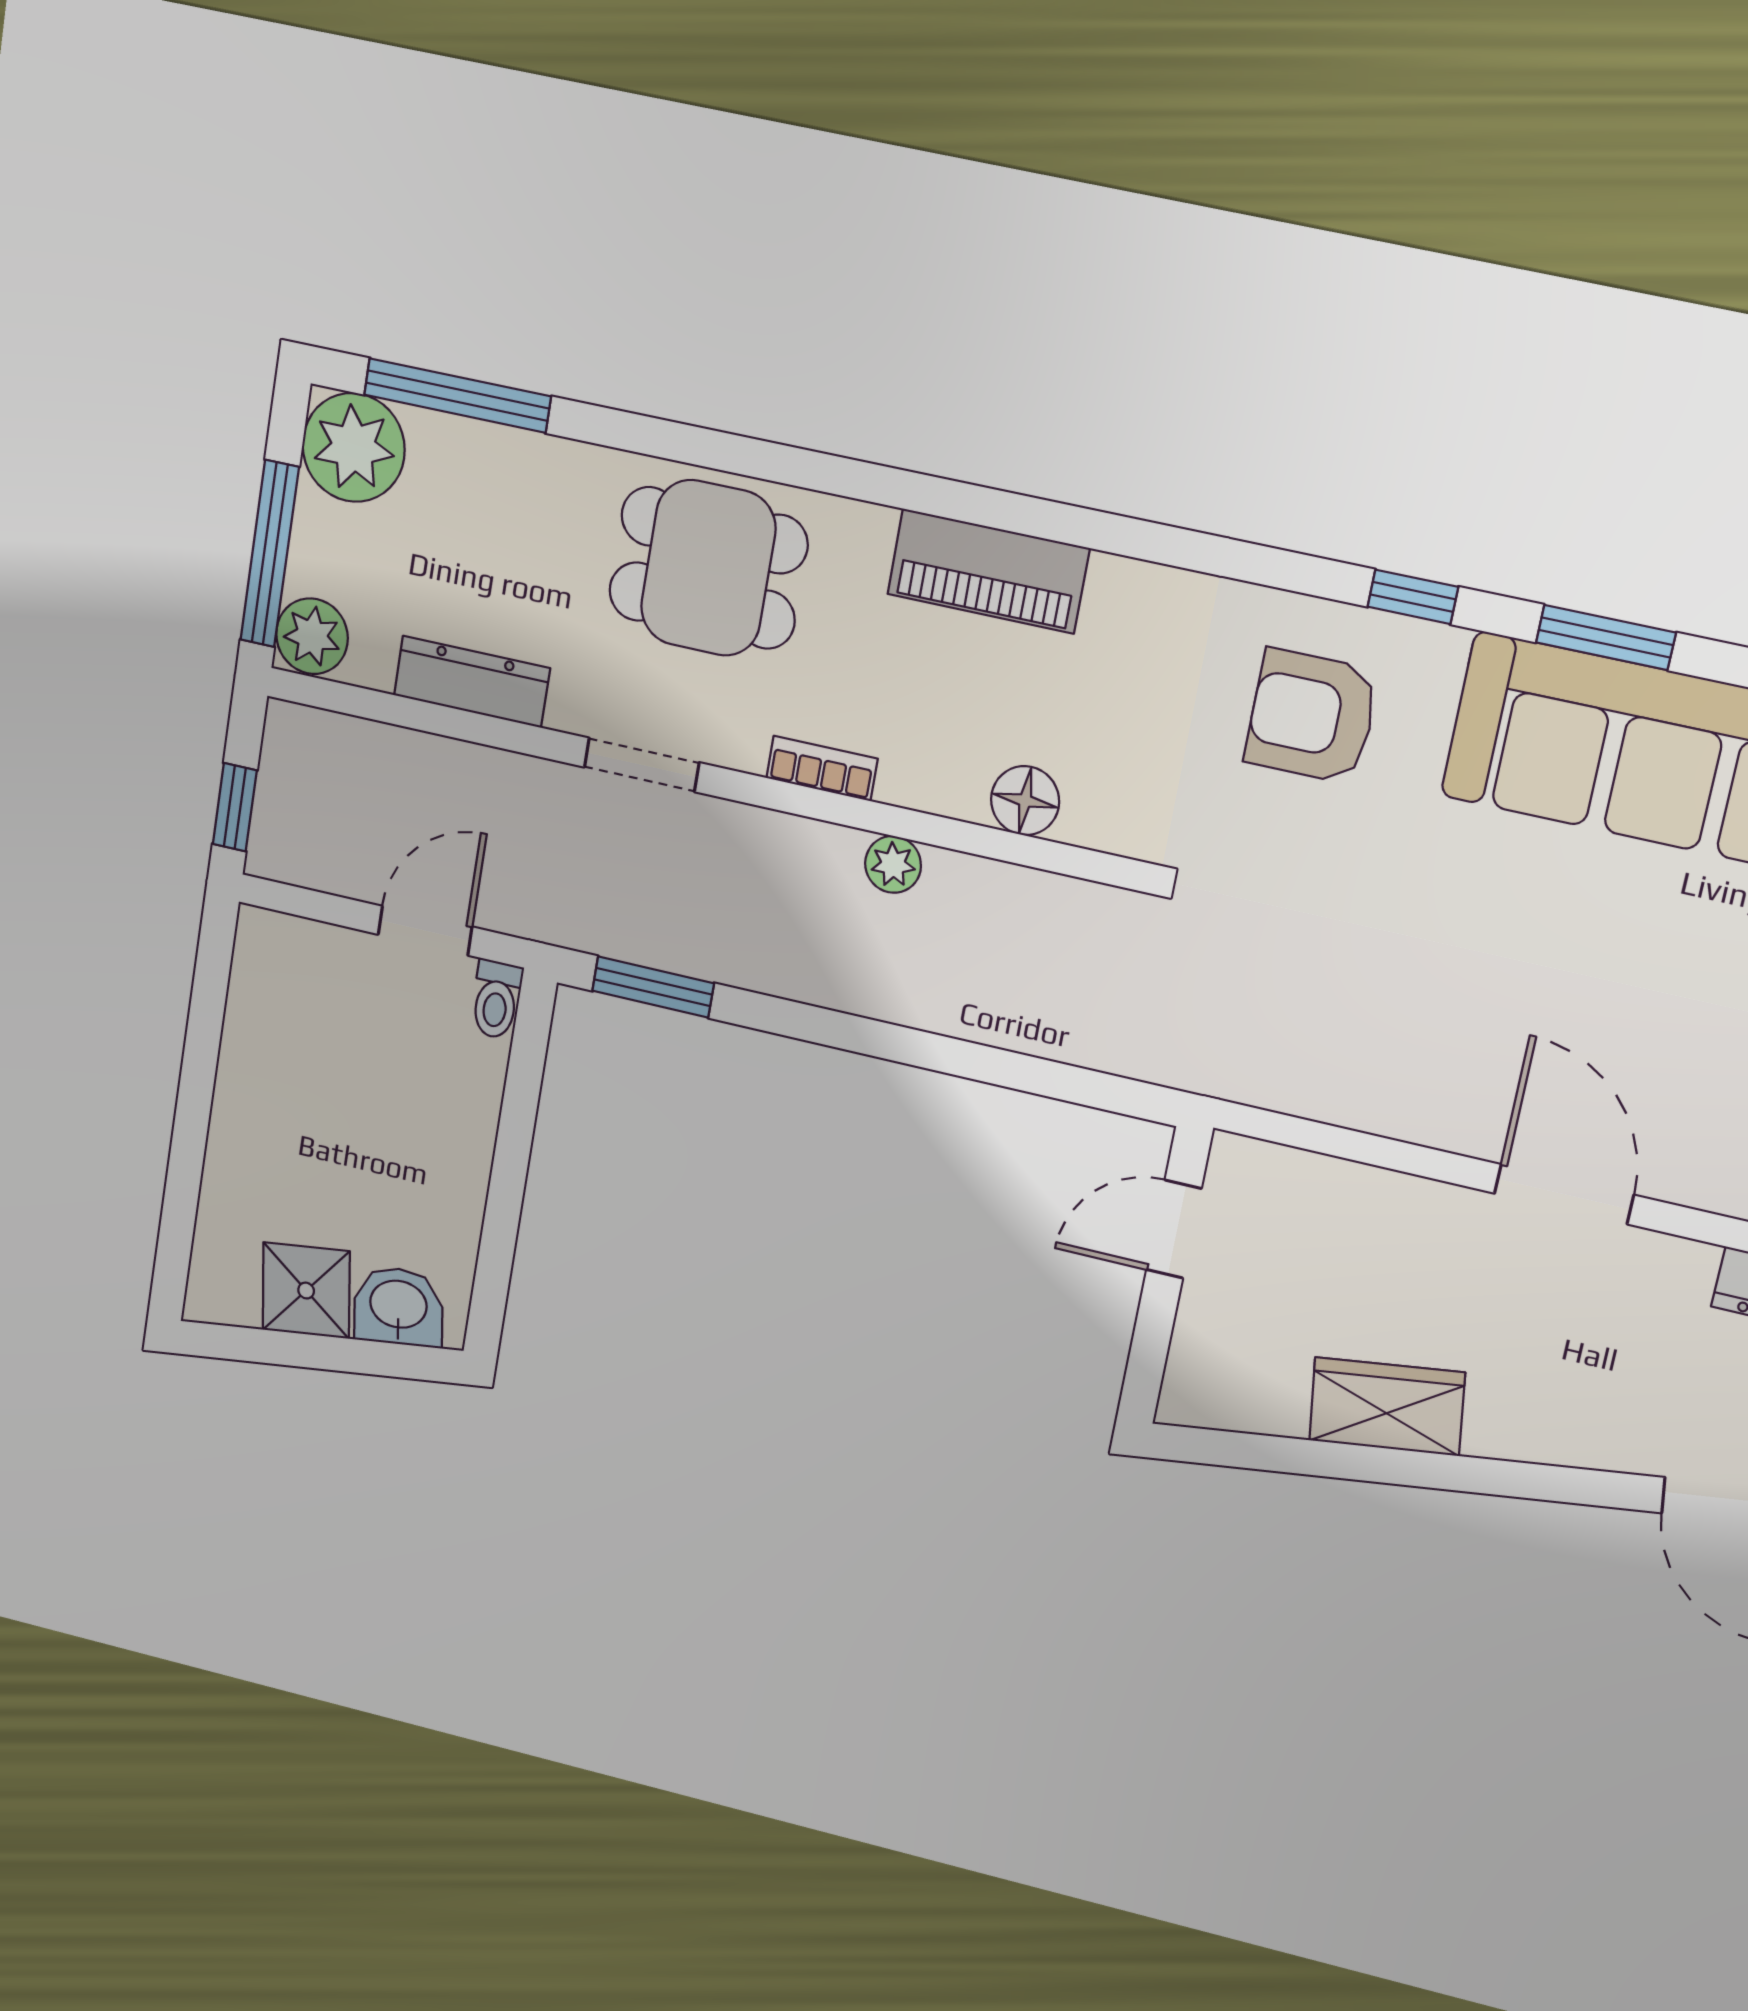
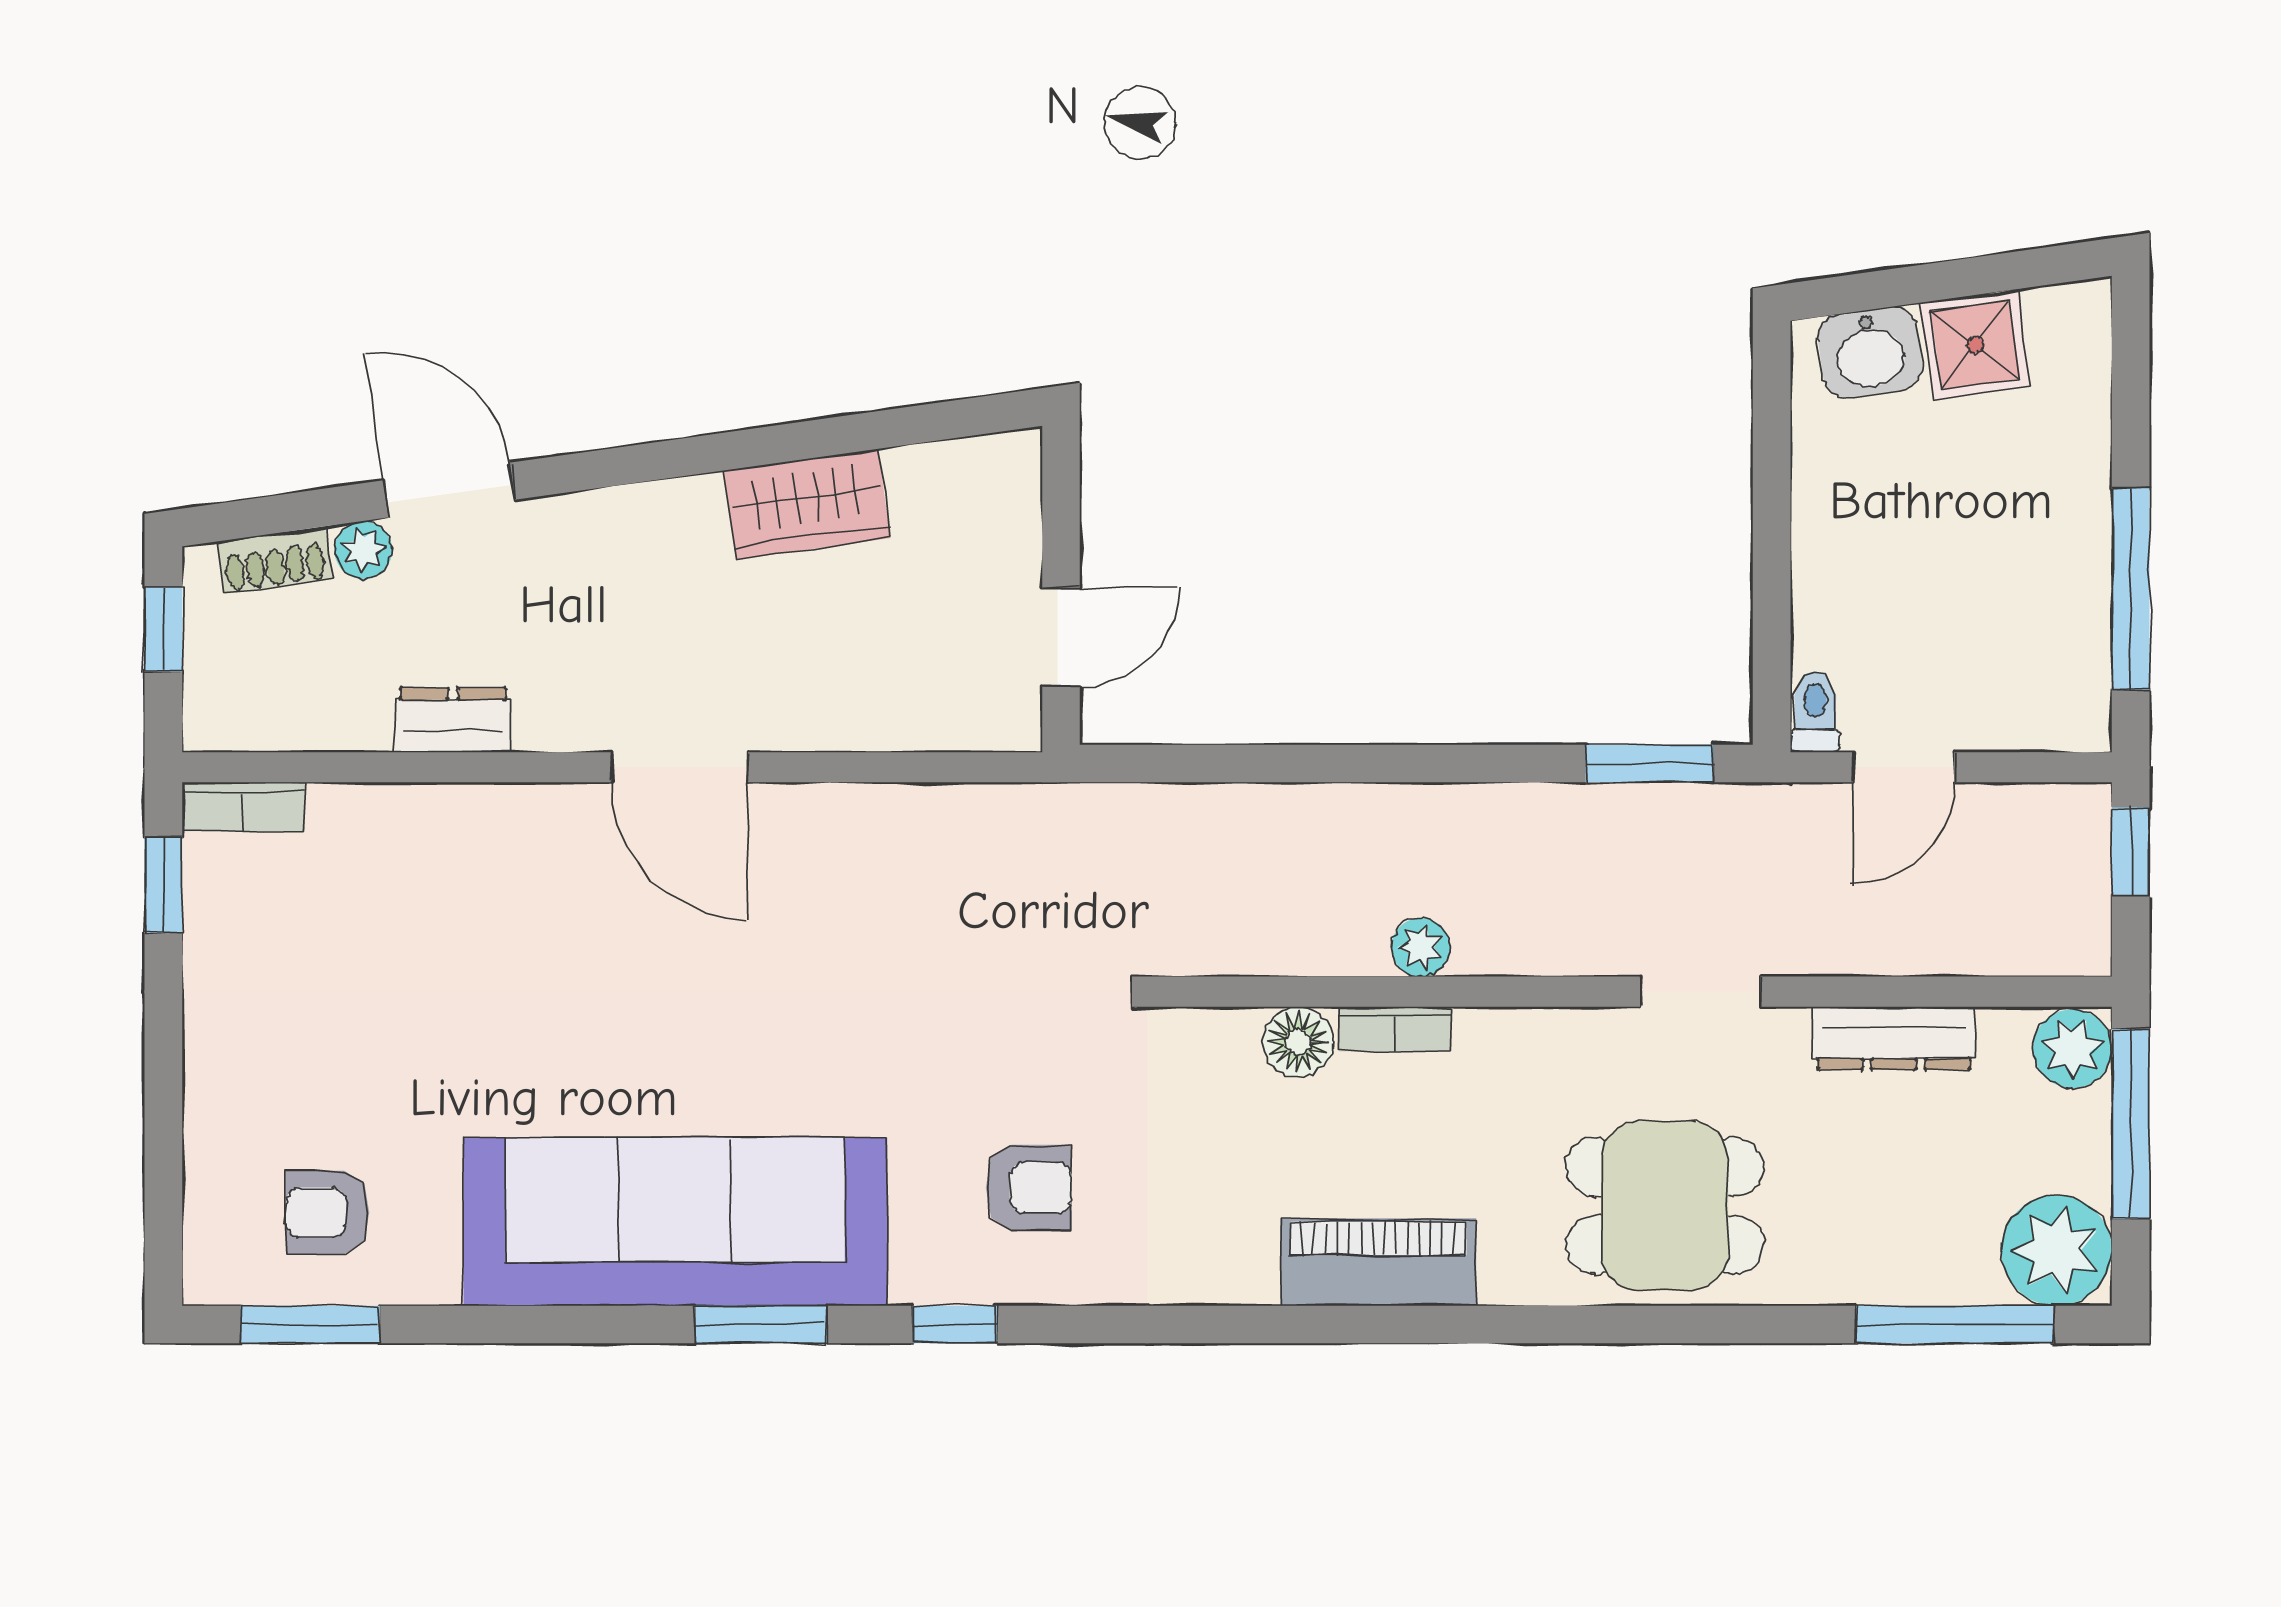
armchair: (1312, 716) -> (1029, 1188), width x0.72, depth x0.72
bookcase: (822, 768) -> (1395, 1029), moved
window: (202, 1044) -> (2131, 589), added

